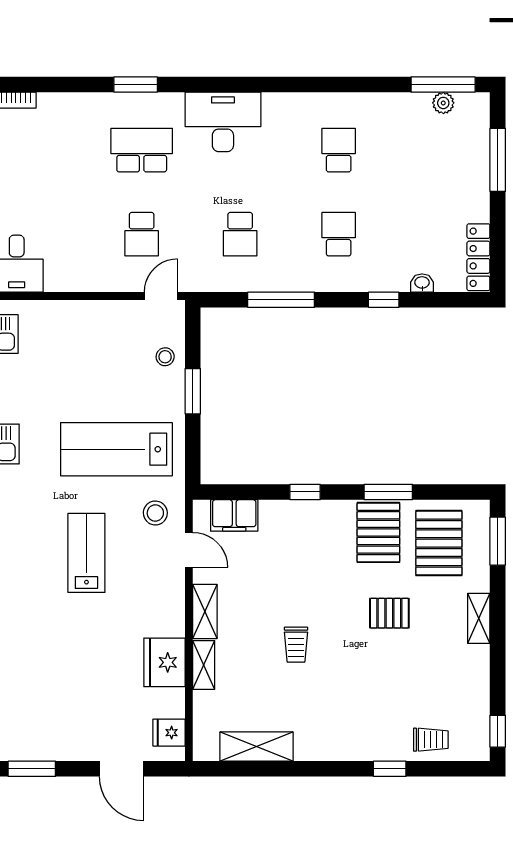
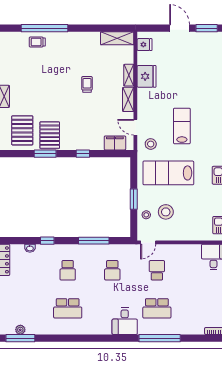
window: (136, 85) -> (160, 338), width x2.11
desk: (223, 122) -> (125, 321), width x0.73
school desk: (339, 150) -> (68, 308), width x1.85
school desk: (240, 234) -> (112, 270), turned 180
stool: (122, 363) -> (166, 212), added
lab bench: (116, 449) -> (168, 173), turned 180
lab bench: (86, 553) -> (182, 126), turned 180
pallet: (389, 613) -> (45, 99), removed
trolley: (431, 740) -> (37, 42), moved
shelving: (257, 746) -> (117, 38), moved
door: (121, 769) -> (180, 28), moved
window: (390, 769) -> (45, 28), width x3.17

